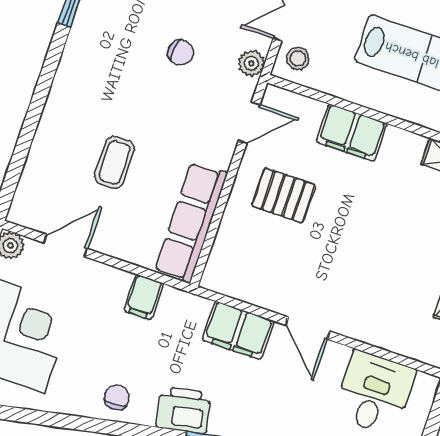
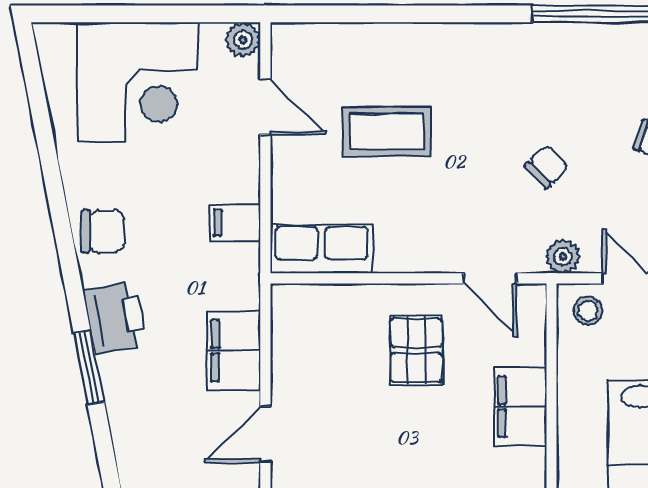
chair: (181, 53) -> (547, 166), turned -141
coffee table: (114, 162) -> (386, 132), width x1.36, depth x1.30
row of seats: (191, 222) -> (321, 249), width x0.68
chair: (117, 397) -> (103, 231), width x1.37, depth x1.37

